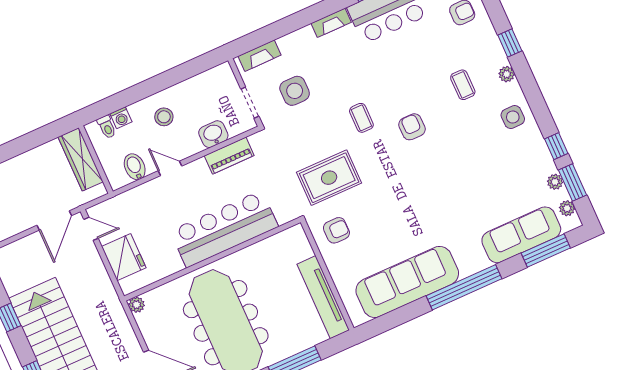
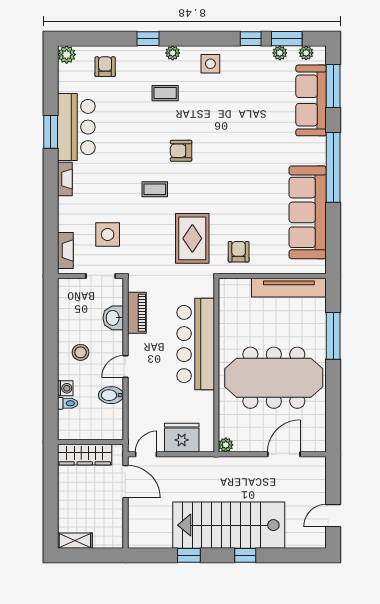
wardrobe: (81, 159) -> (85, 455), moved
wall: (96, 160) -> (91, 442), moved

